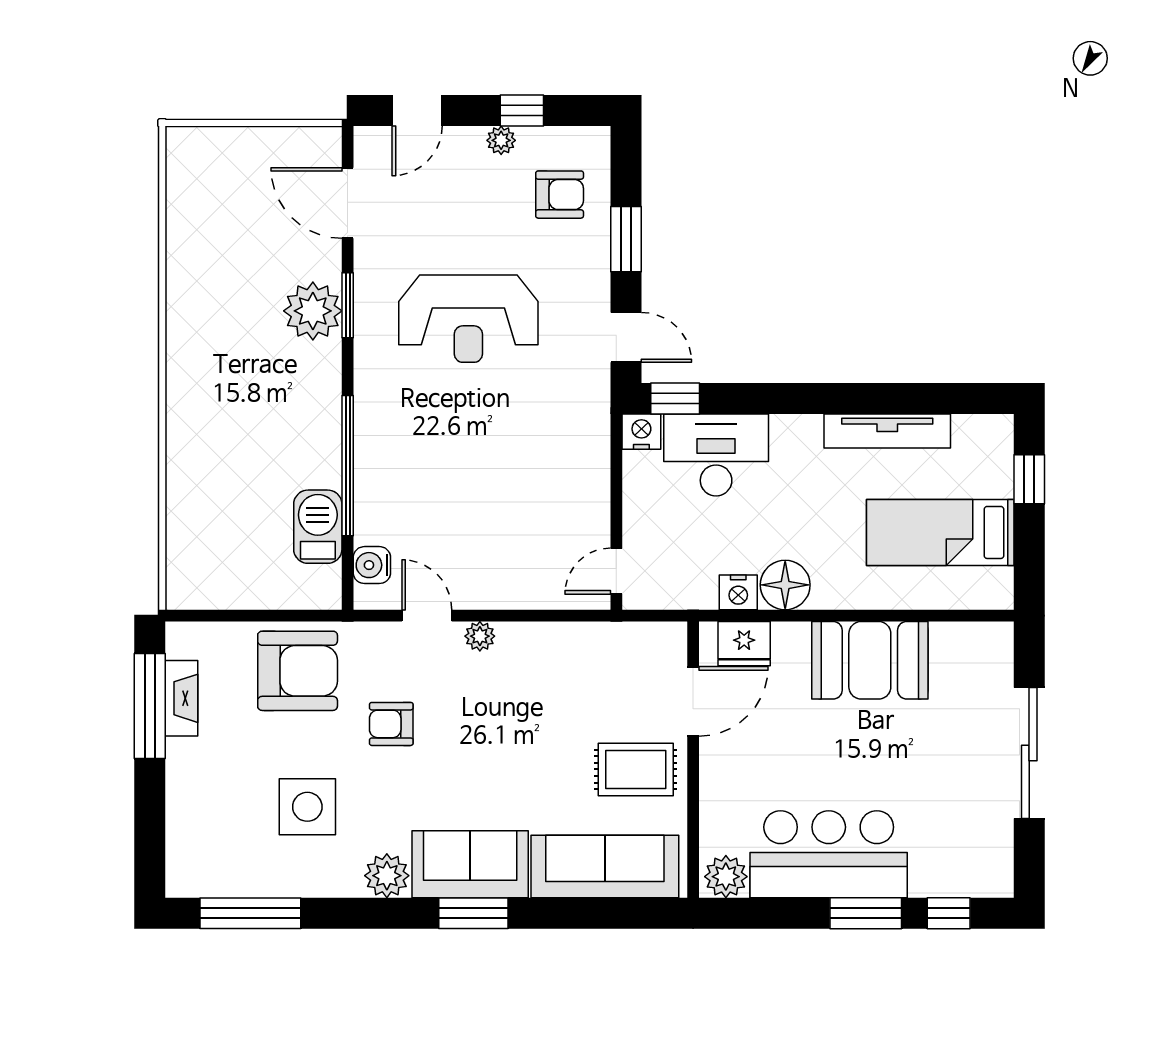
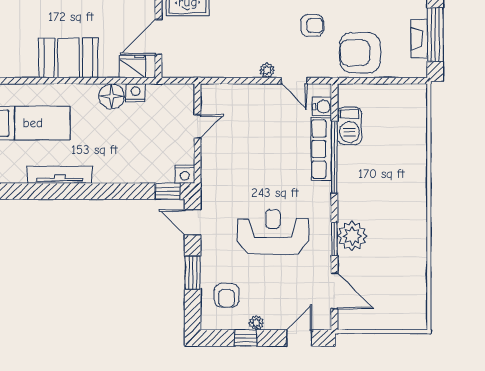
armchair: (560, 195) -> (226, 295), turned -90
desk: (716, 455) -> (147, 163), removed
row of seats: (373, 482) -> (321, 149), added
door: (616, 571) -> (198, 126), moved

